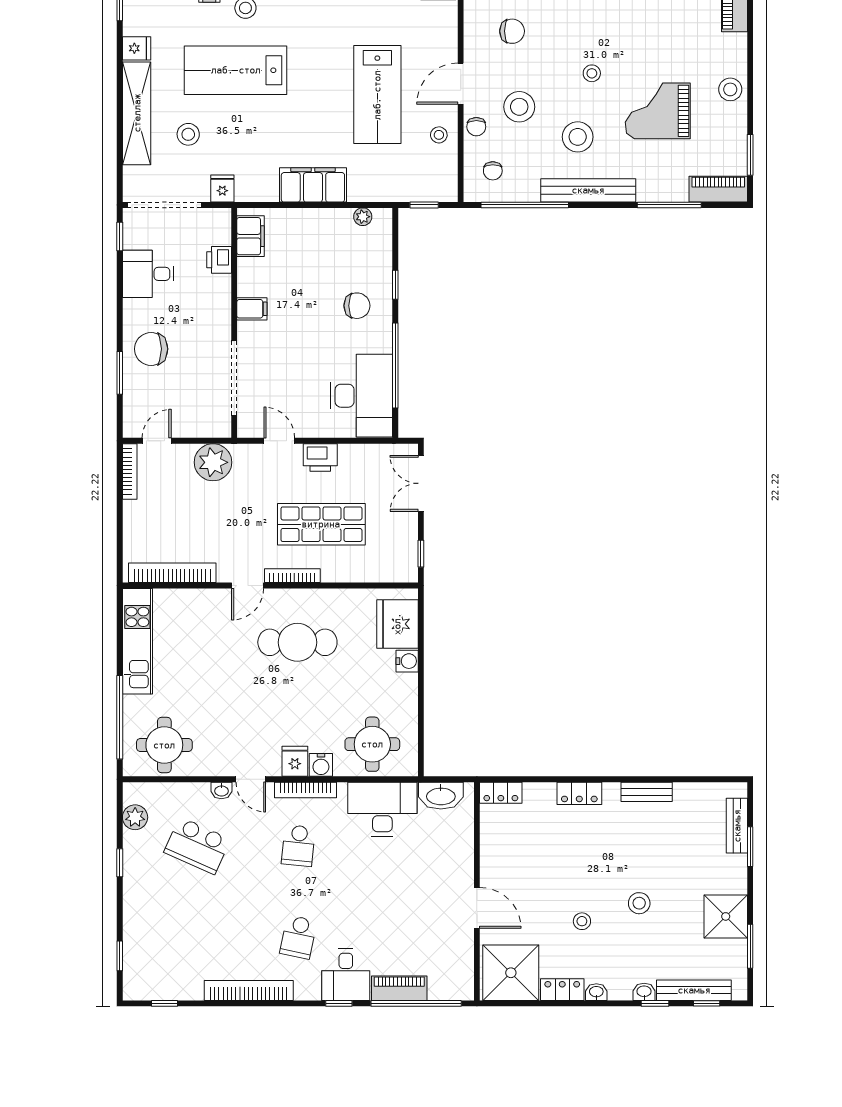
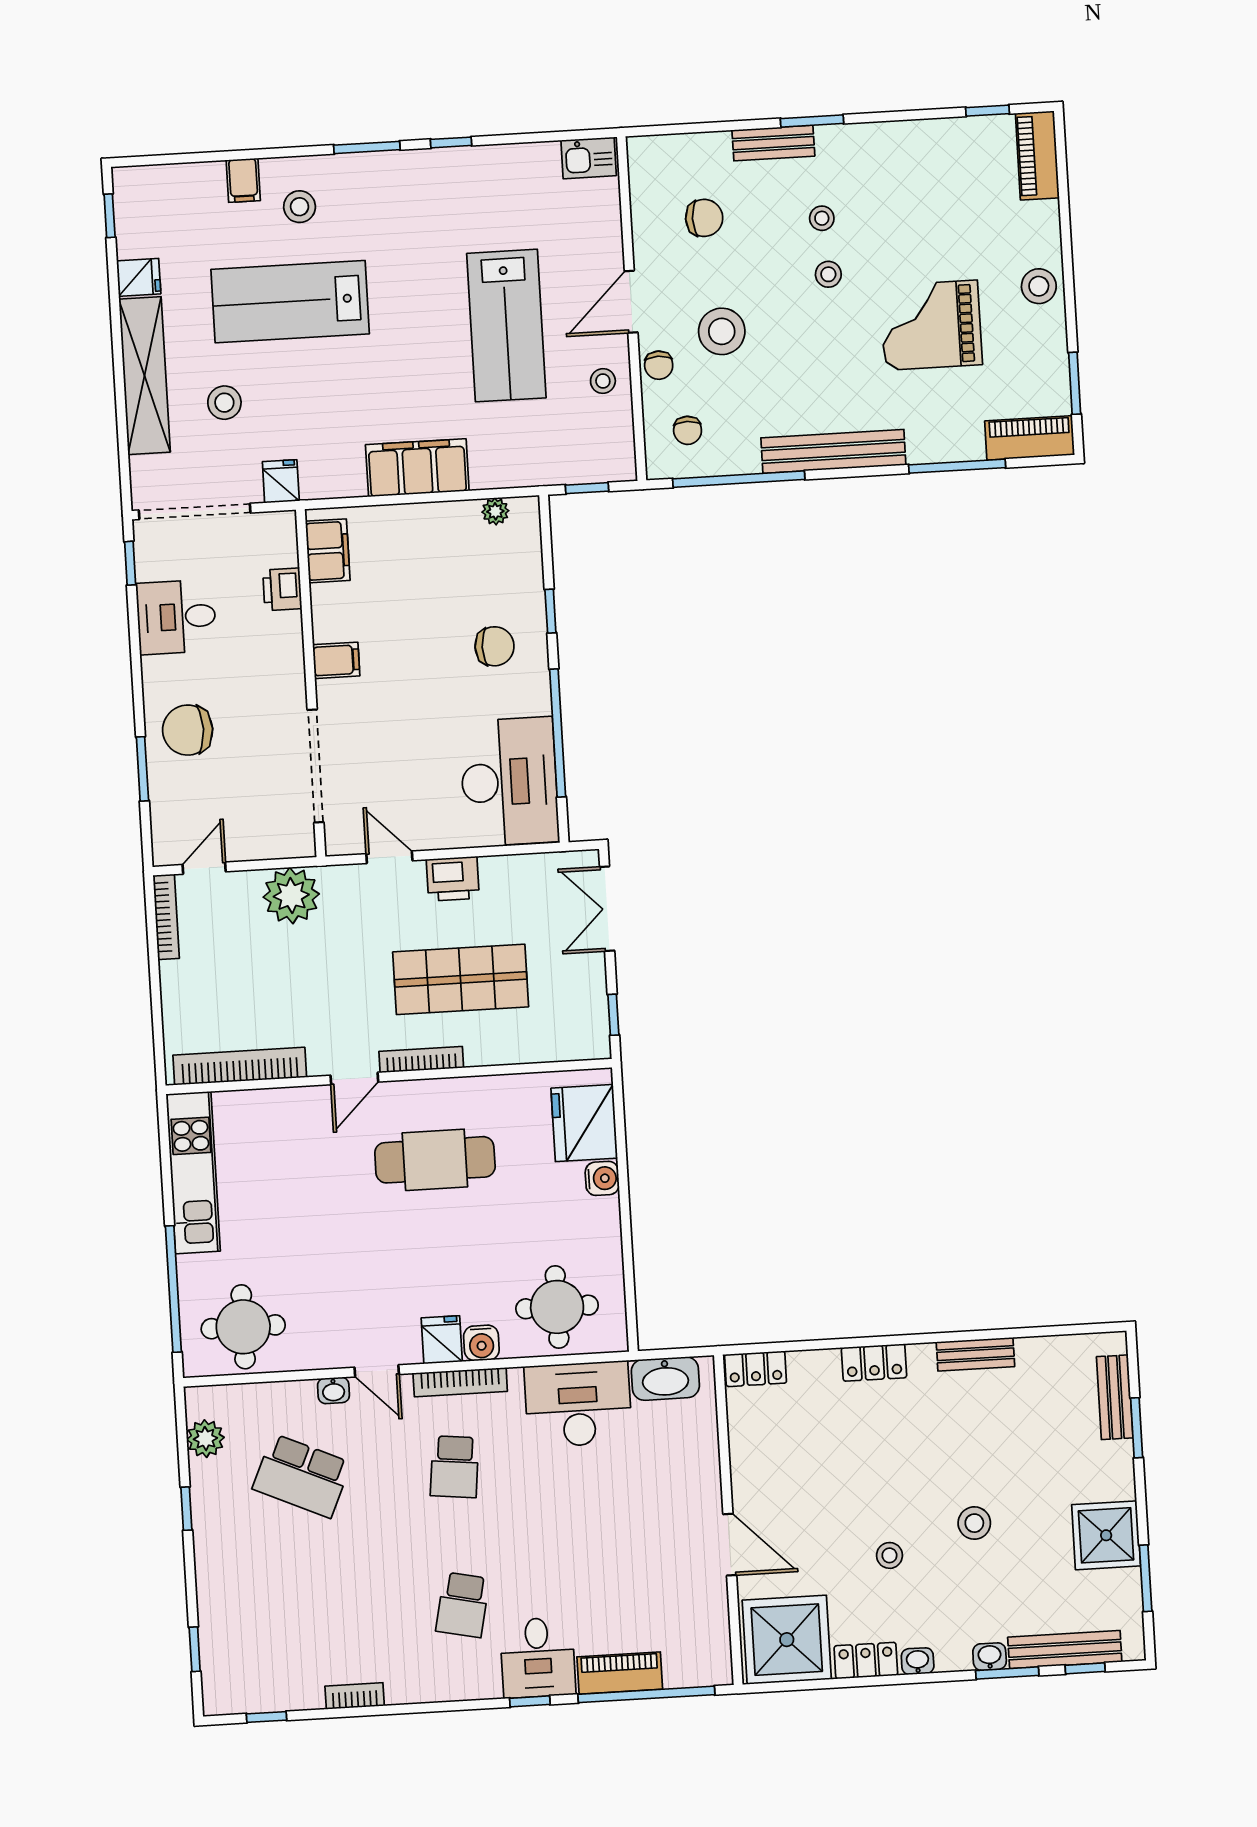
stool: (578, 137) -> (822, 218), moved, width x0.53, depth x0.53
bookcase: (249, 991) -> (355, 1696), width x0.43, depth x0.76
window: (655, 1003) -> (1007, 1673), width x1.50

